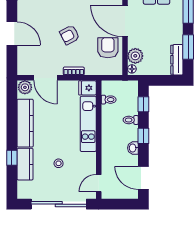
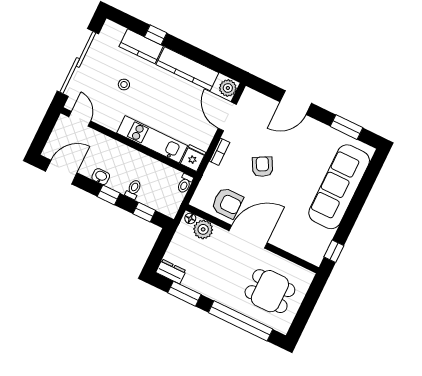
dresser: (177, 60) -> (171, 271), width x0.70
door: (45, 78) -> (227, 116), hinge flipped
toilet: (109, 100) -> (185, 184), moved

